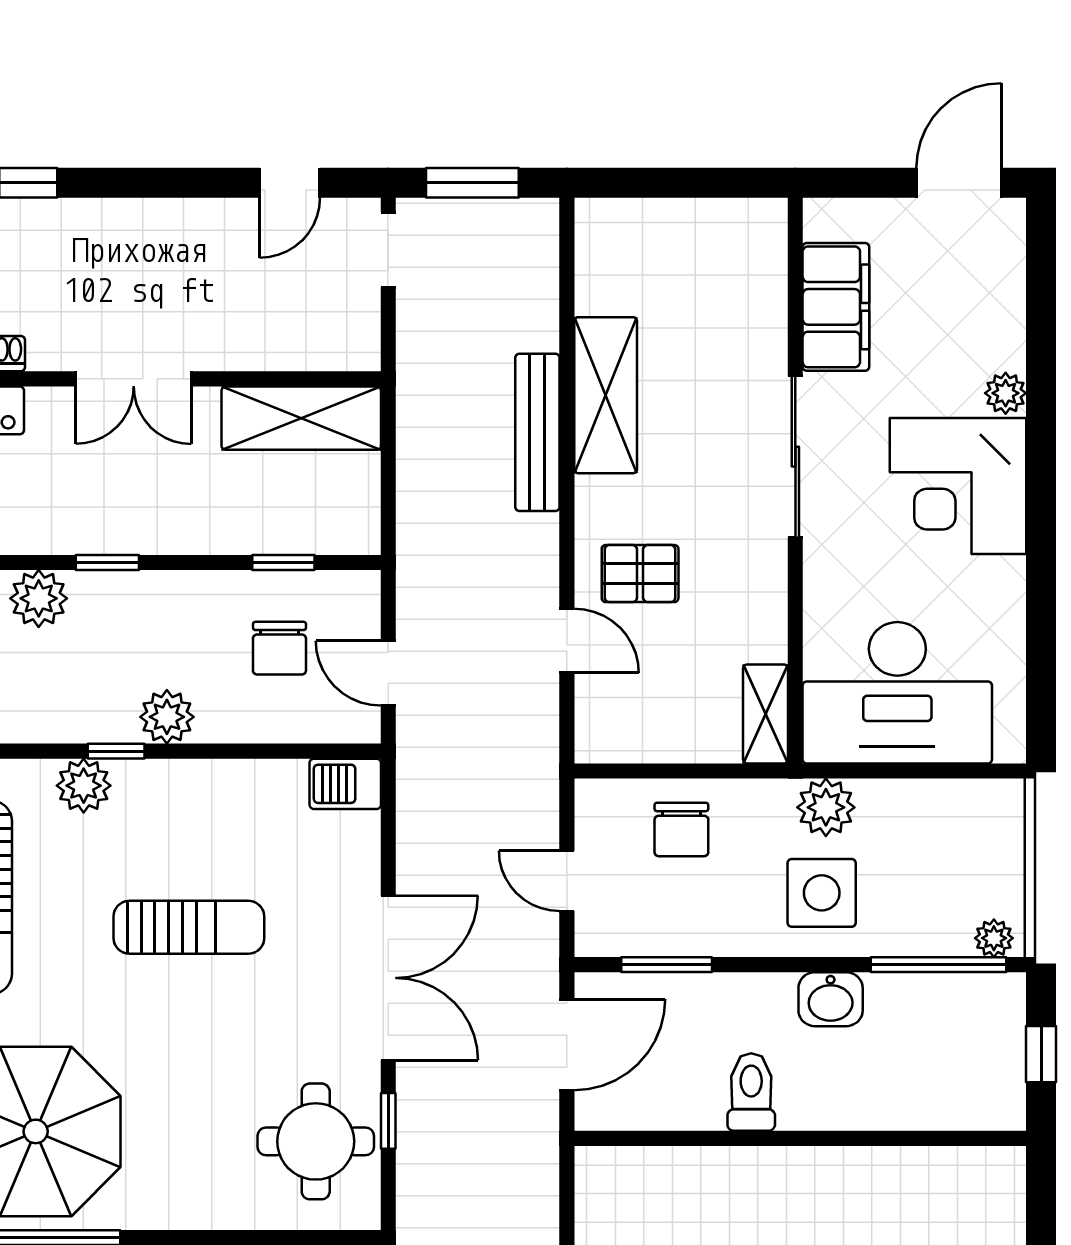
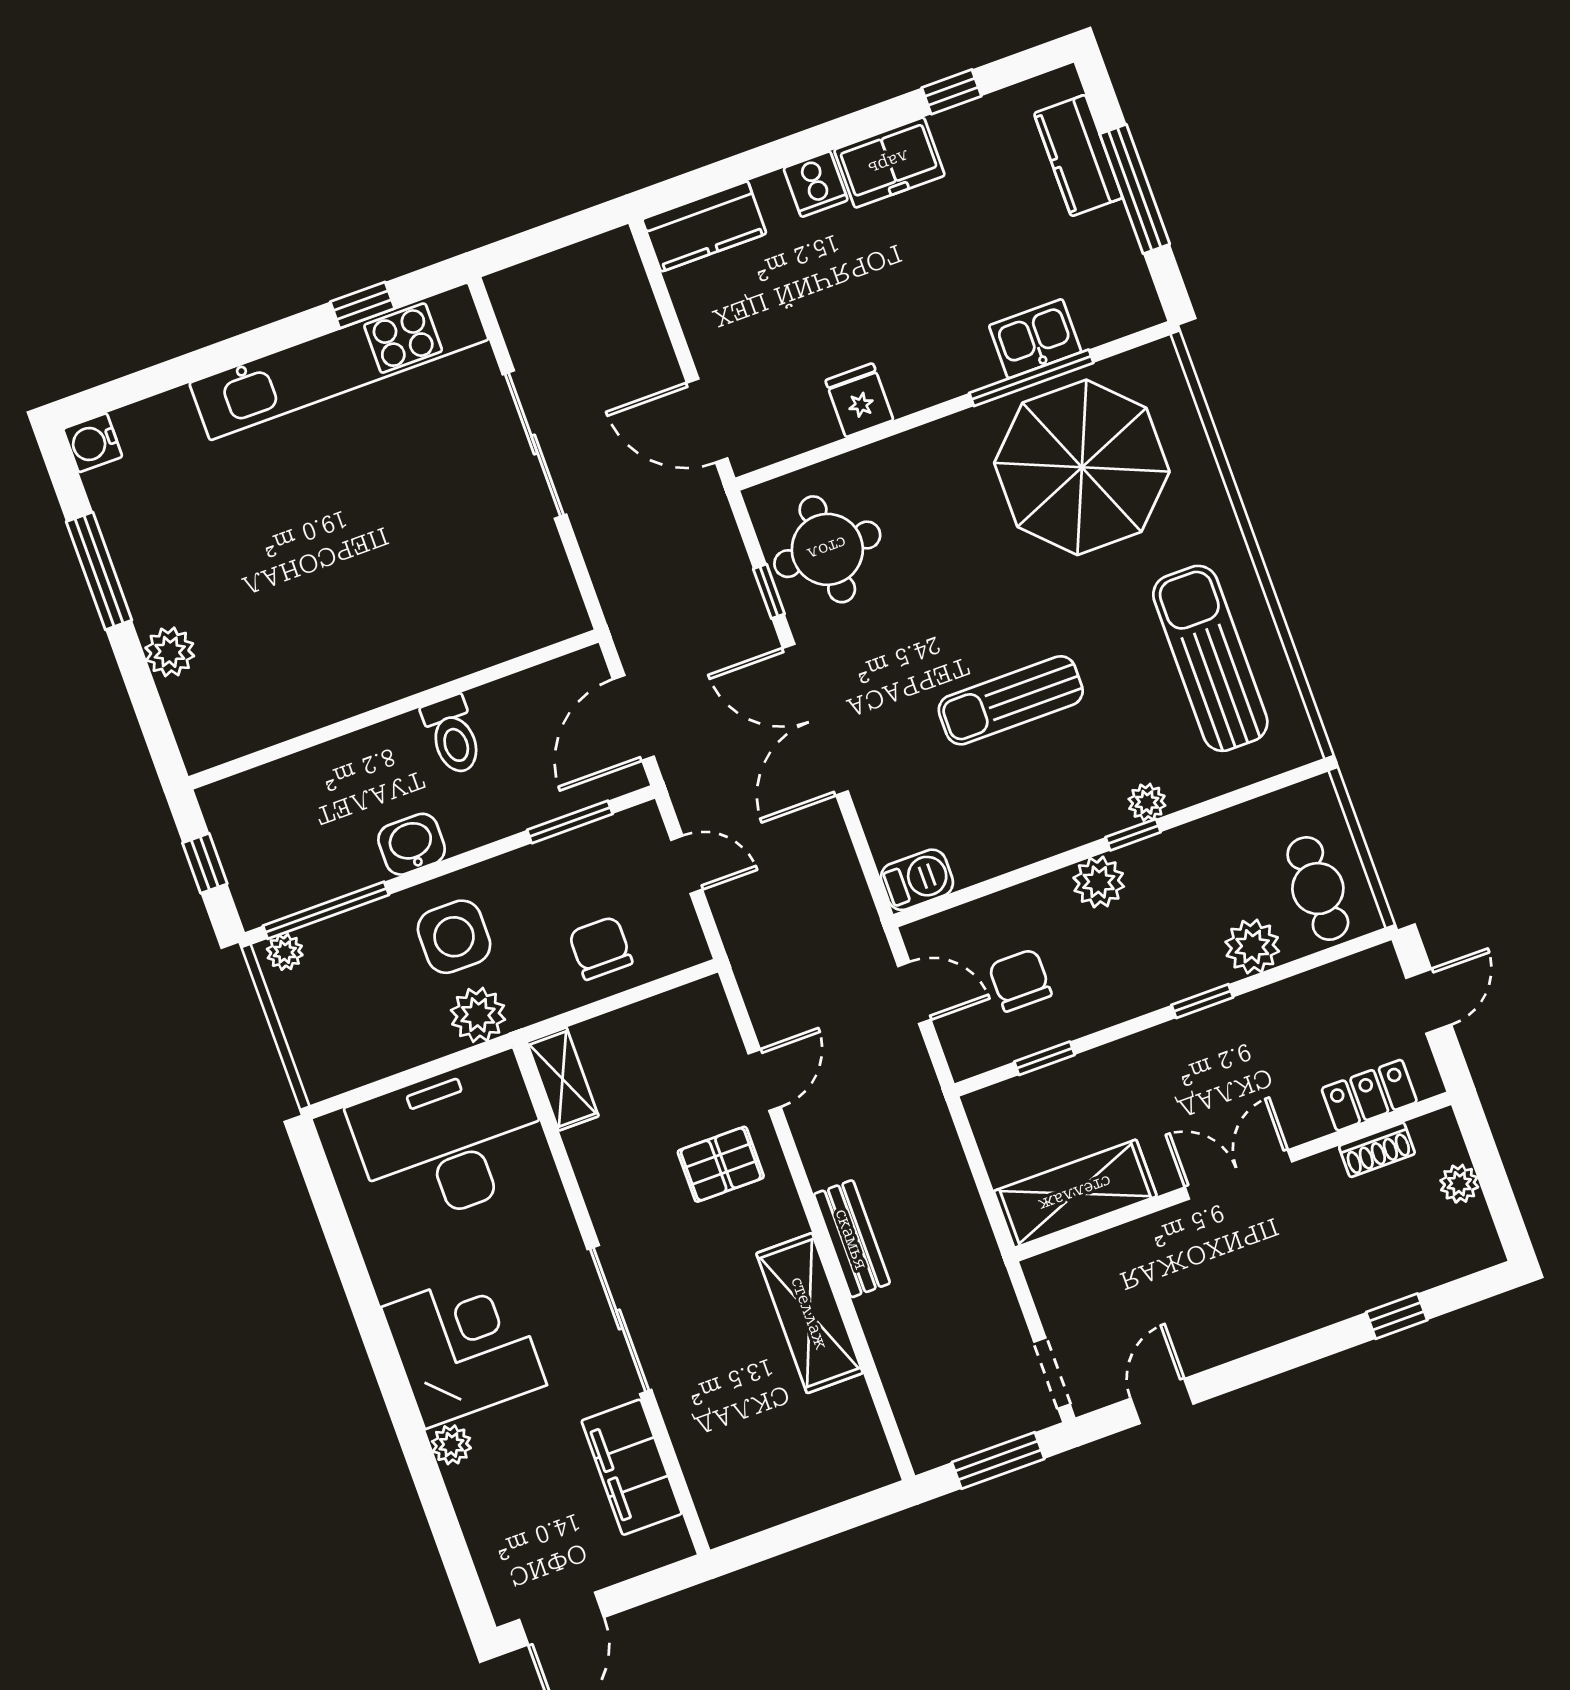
bench: (537, 432) -> (852, 1239), width x0.73
door: (567, 641) -> (765, 1080), swing flipped
plant: (84, 786) -> (1147, 802), width x0.73, depth x0.73

